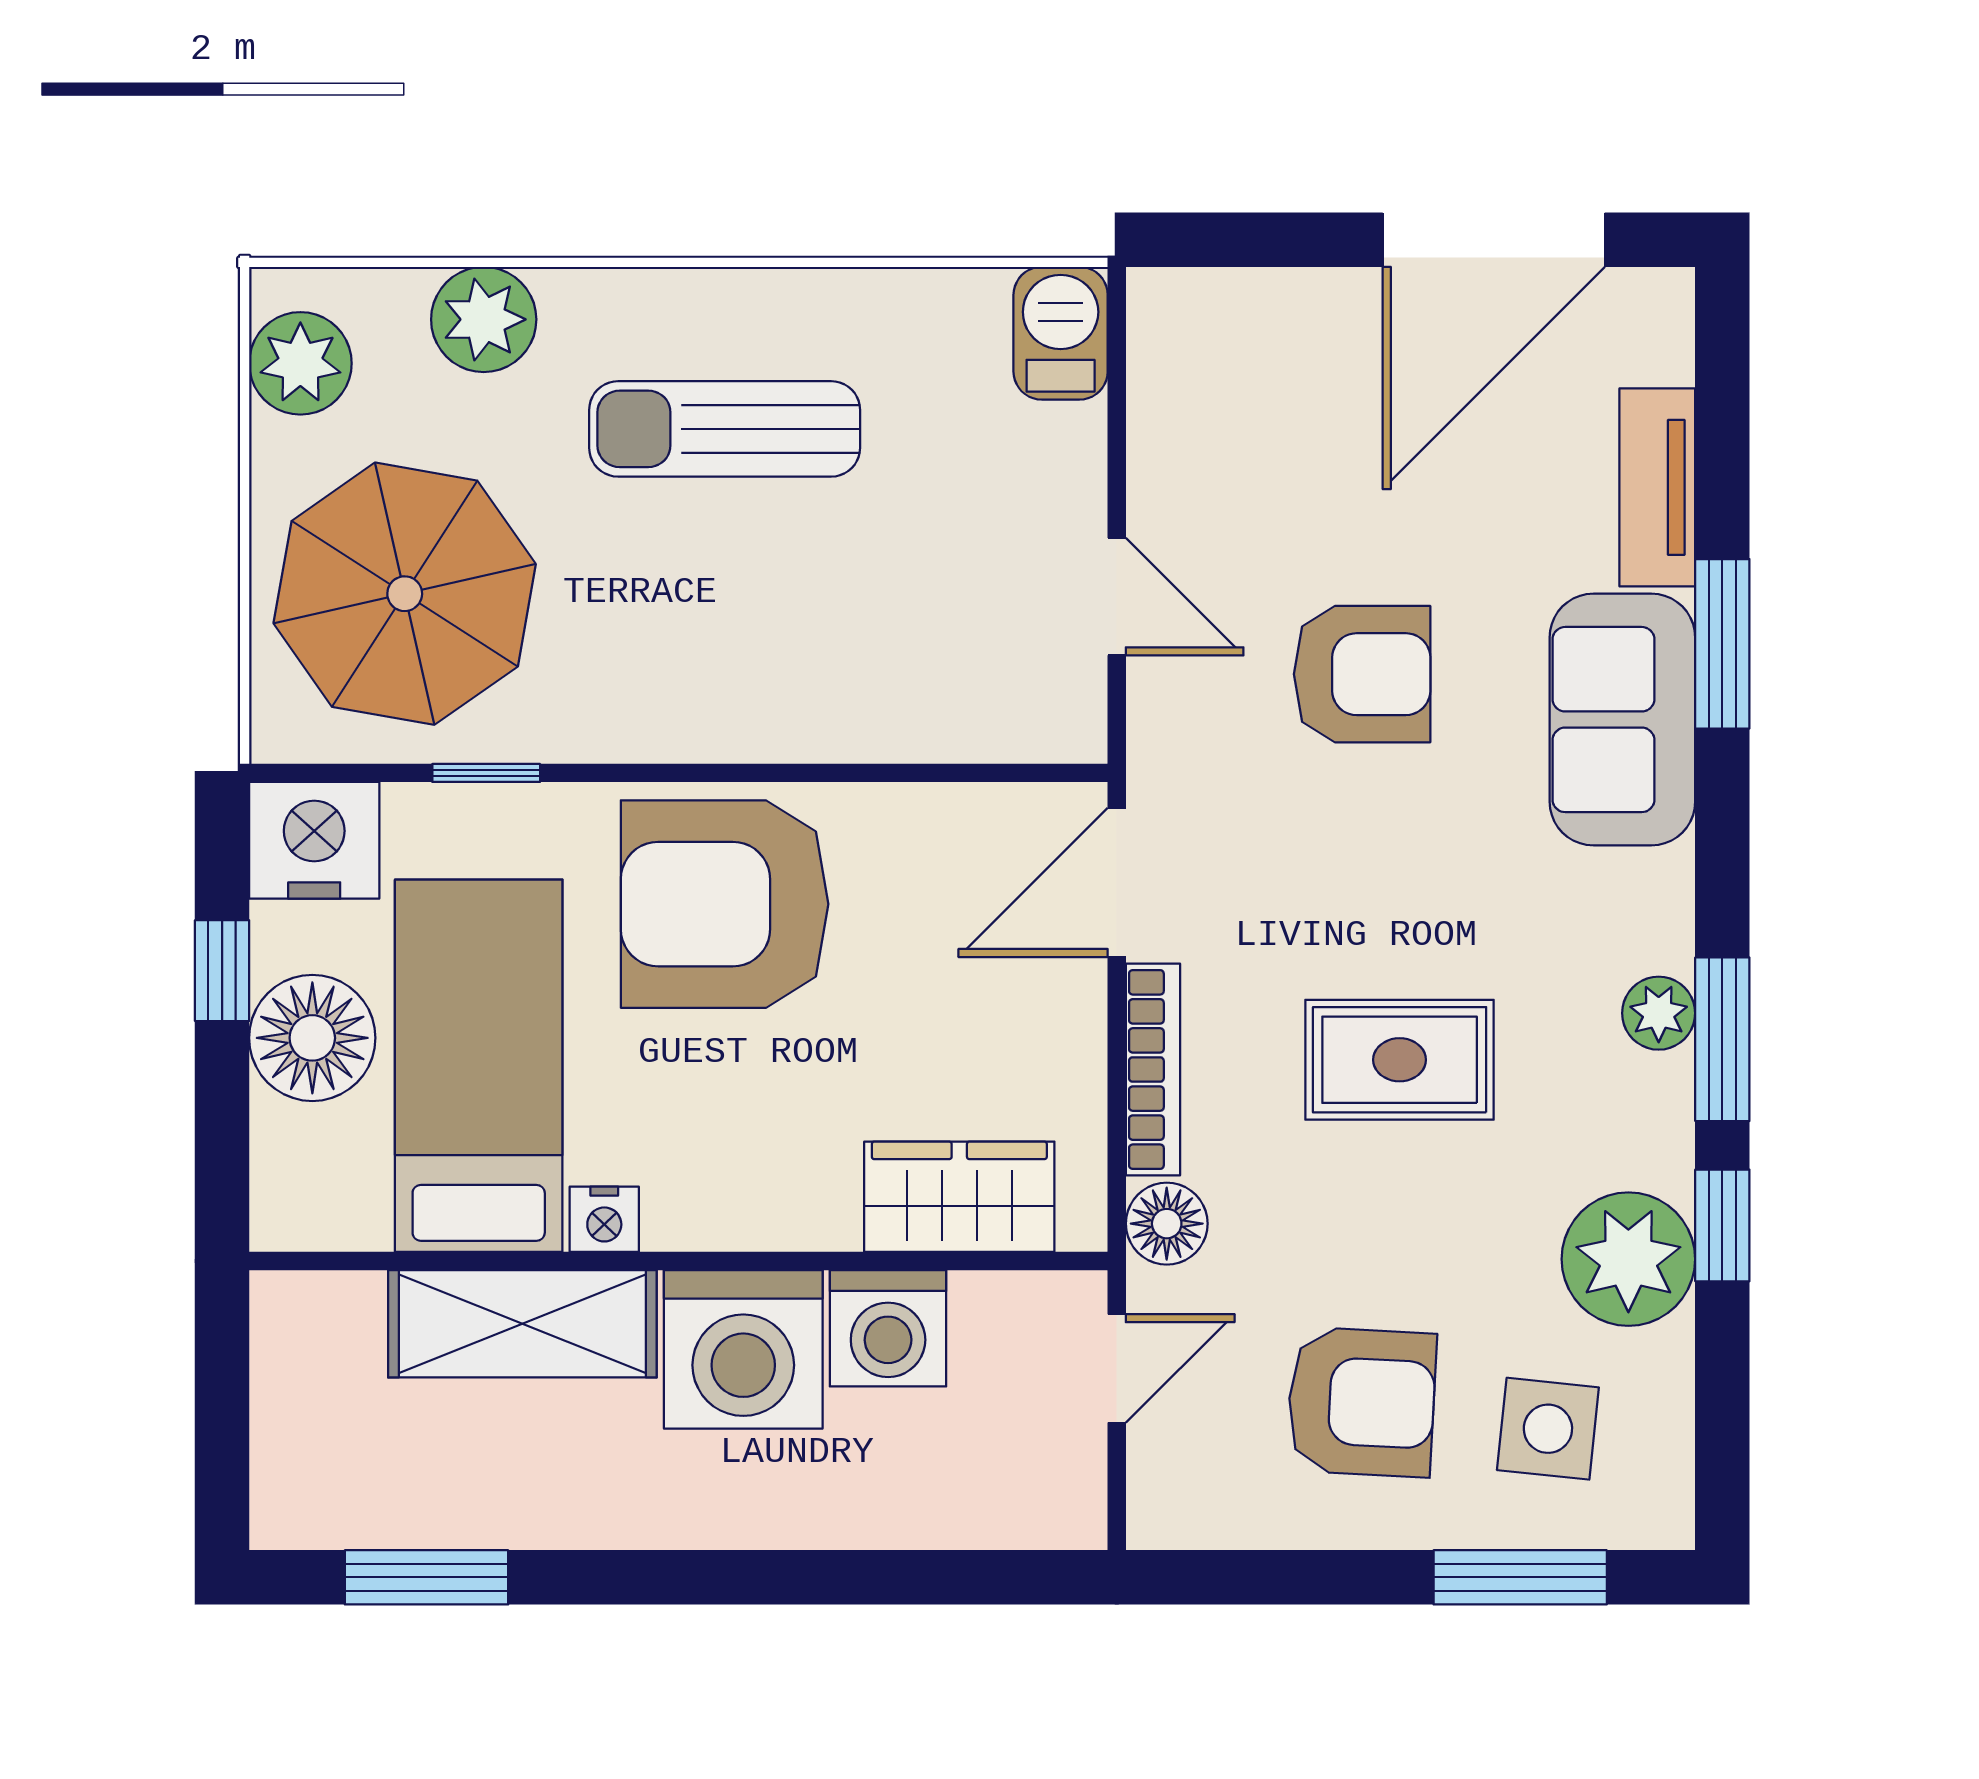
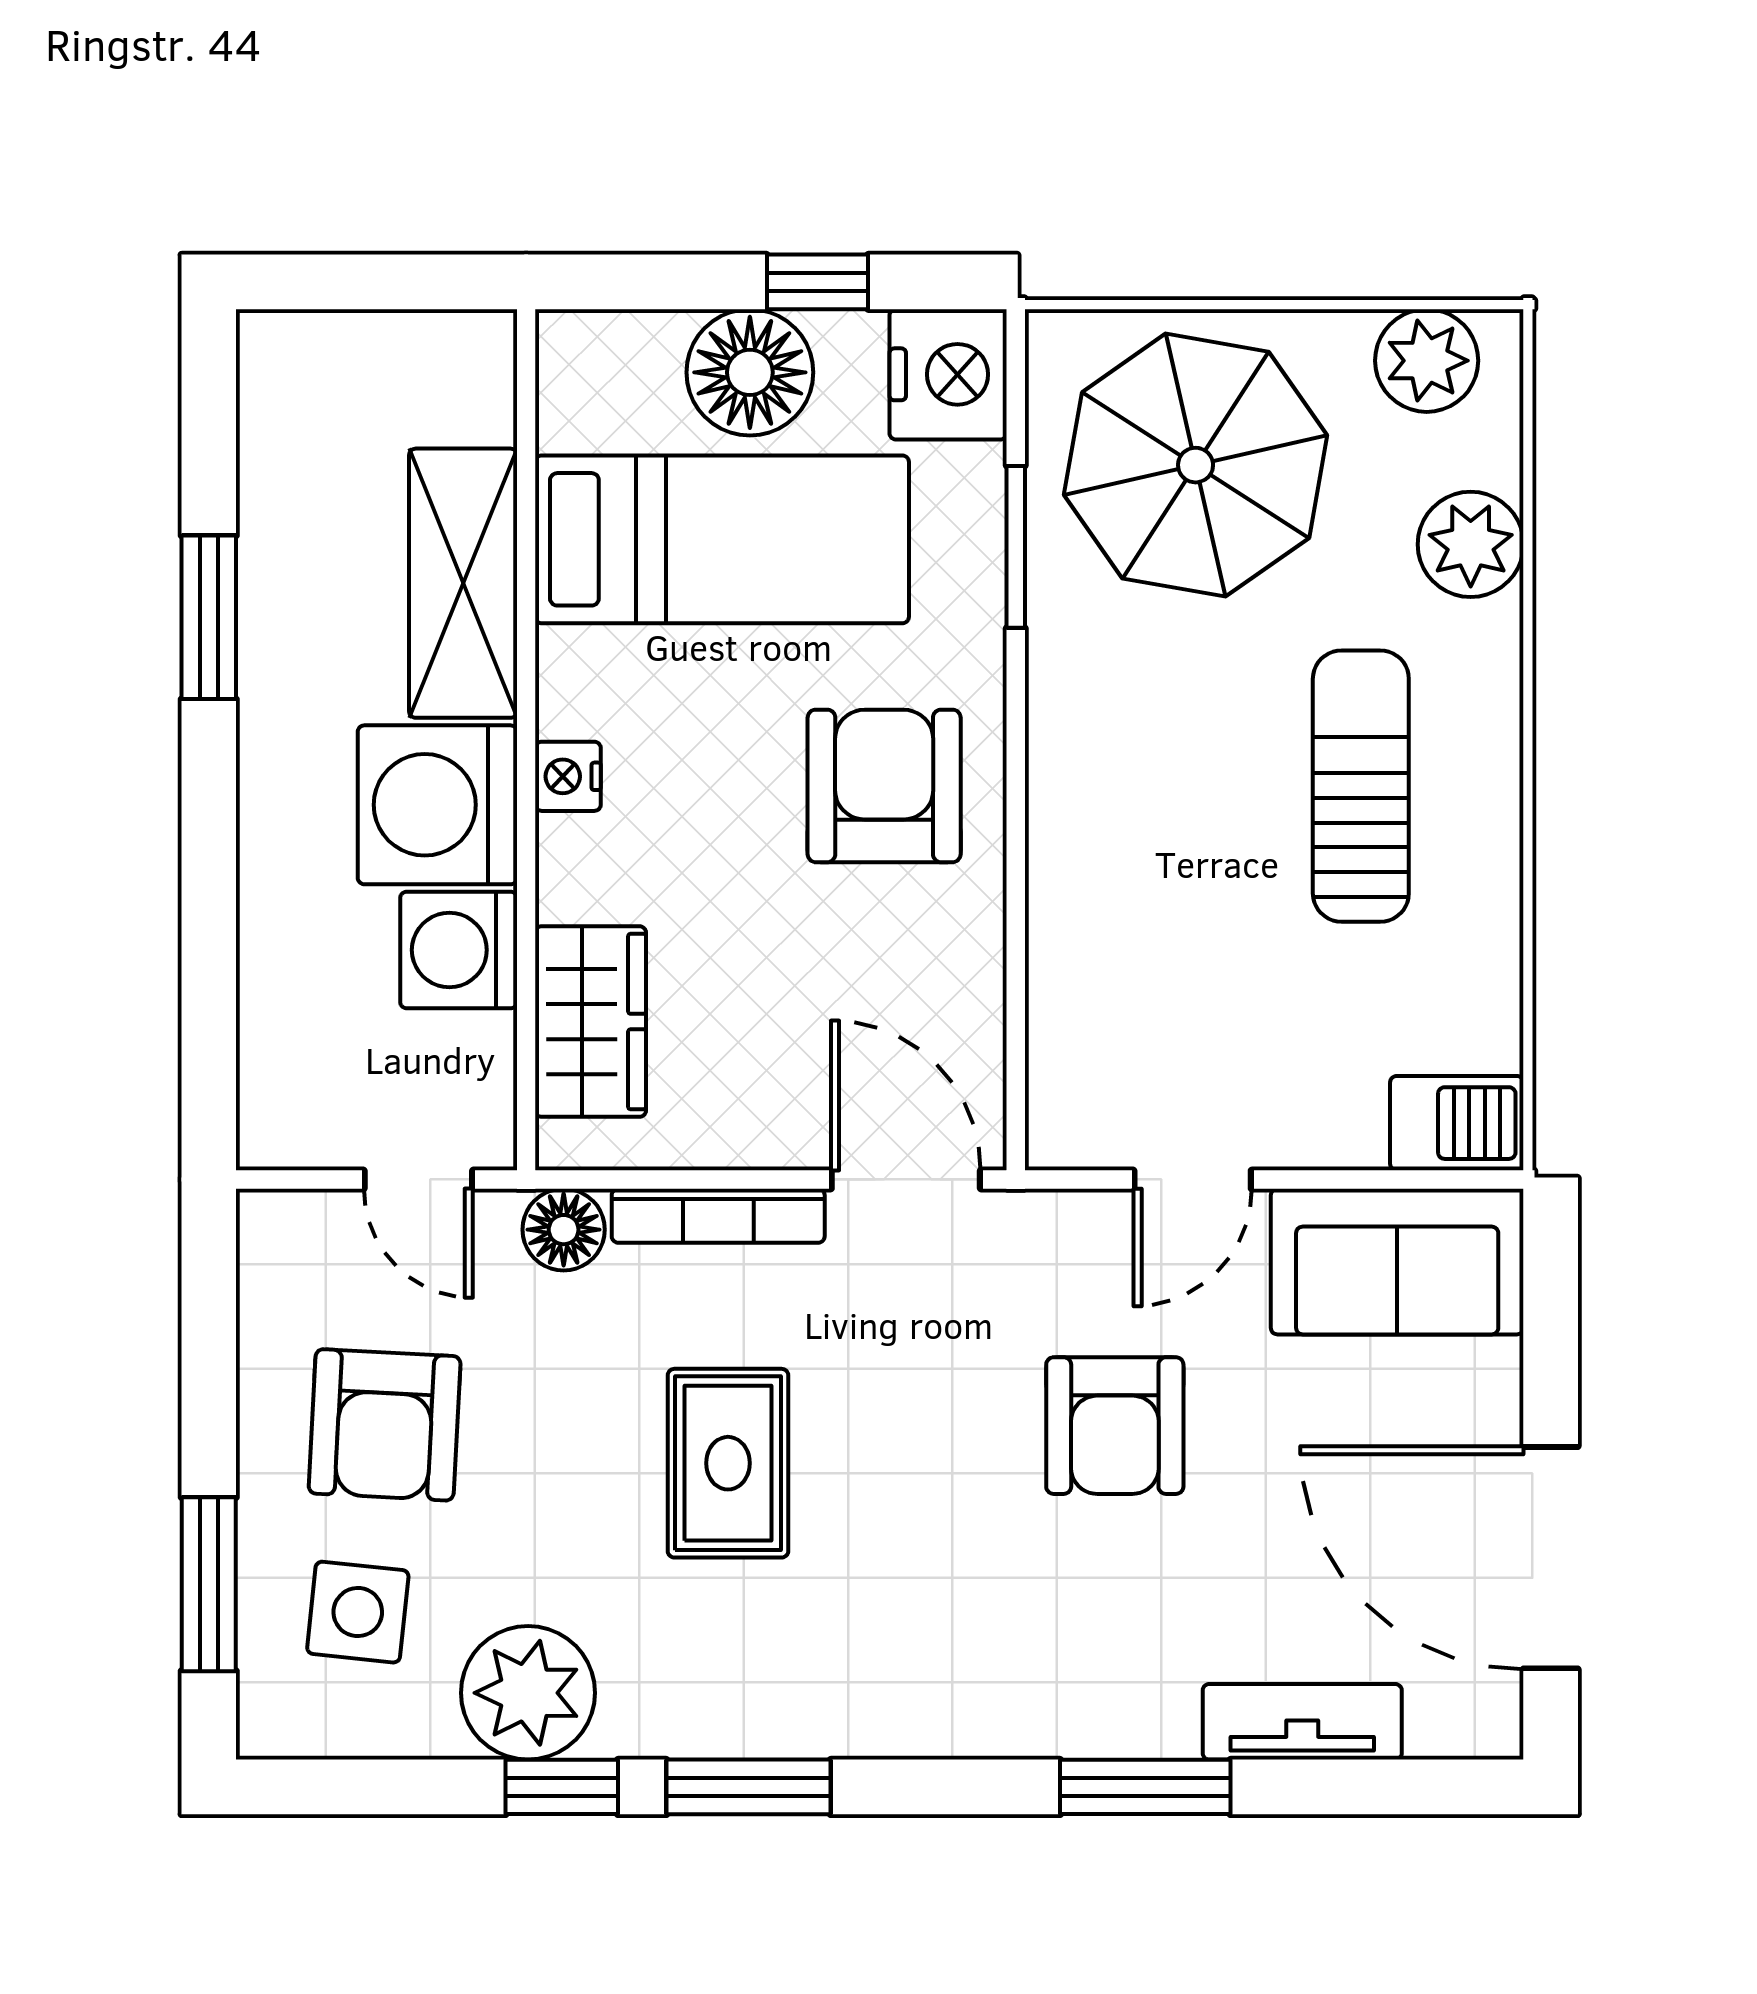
sofa: (1622, 720) -> (1397, 1262), moved, turned 180
window: (486, 773) -> (1016, 547), width x1.50
armchair: (725, 904) -> (884, 786), width x0.73, depth x0.73
plant: (1659, 1013) -> (775, 1723), removed
nightstand: (604, 1219) -> (568, 776), moved
window: (426, 1577) -> (209, 617), moved

